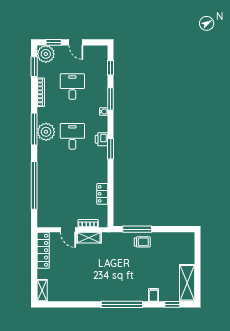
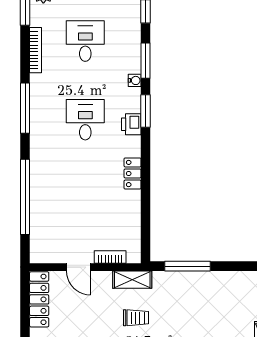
plant: (46, 132) -> (44, 112), removed
window: (111, 149) -> (146, 111), moved
locker: (102, 194) -> (133, 173), moved
shelving: (89, 238) -> (132, 280), moved
trolley: (142, 242) -> (136, 318), moved

